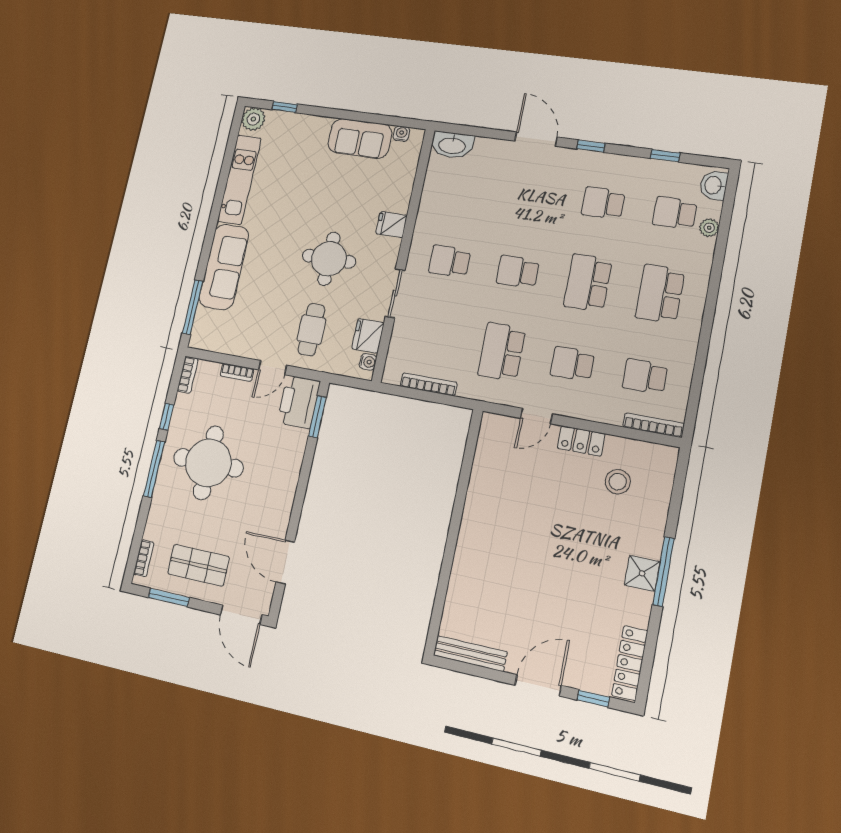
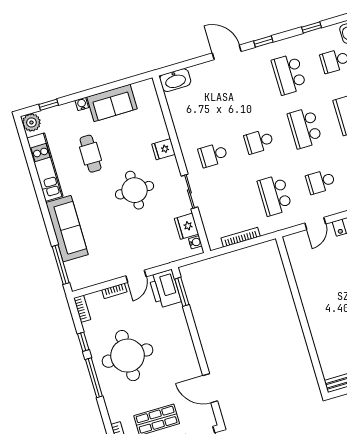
water cooler: (401, 134) -> (82, 104), moved
school desk: (603, 203) -> (289, 74), width x1.85
cafe table: (311, 330) -> (91, 154), moved

